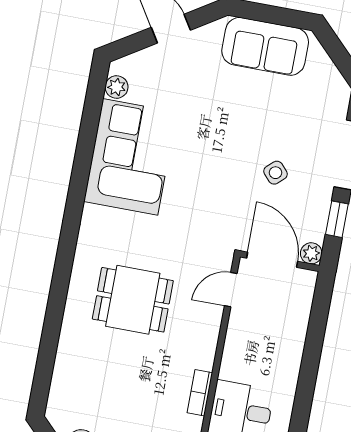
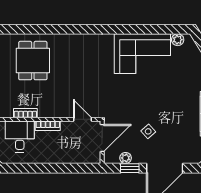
plant: (311, 253) -> (126, 158), moved
dining table: (133, 300) -> (33, 61), moved
bookcase: (231, 356) -> (48, 126), added

